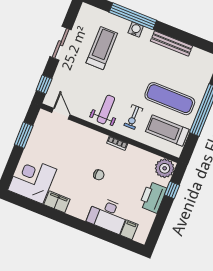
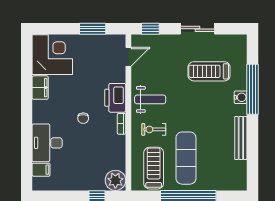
treadmill: (102, 48) -> (209, 71), turned 180
printer: (153, 197) -> (115, 98), moved, turned -90

